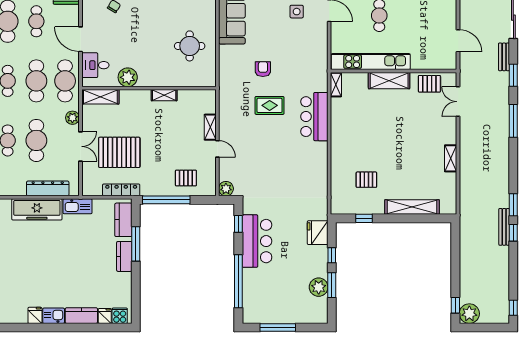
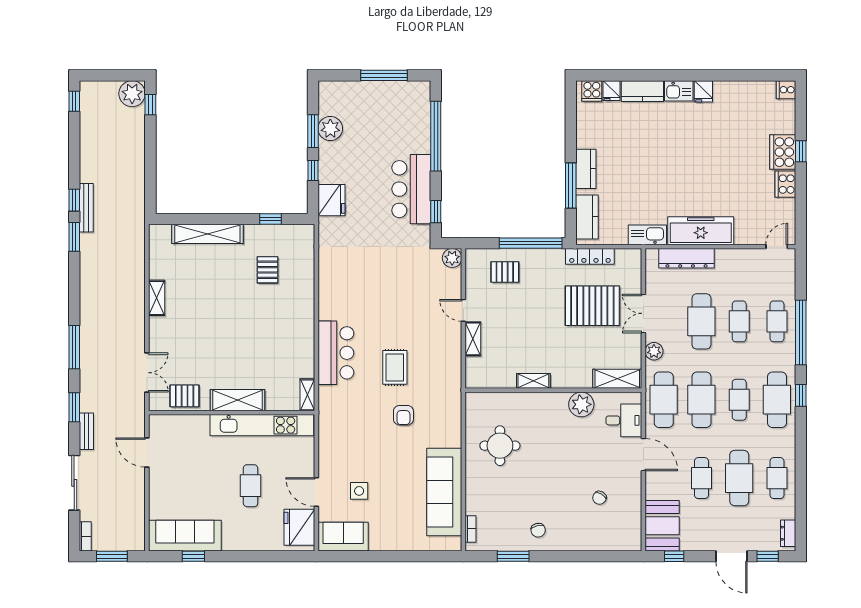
rug: (270, 105) -> (395, 367), turned 90
pallet: (366, 180) -> (267, 270), turned 90

